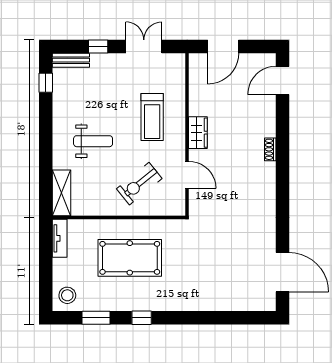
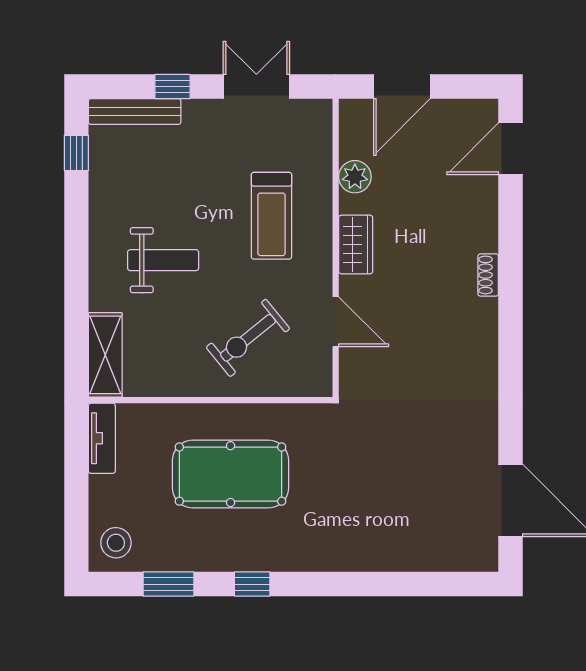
bench: (71, 60) -> (135, 112), width x1.36
plant: (198, 96) -> (355, 177), added

